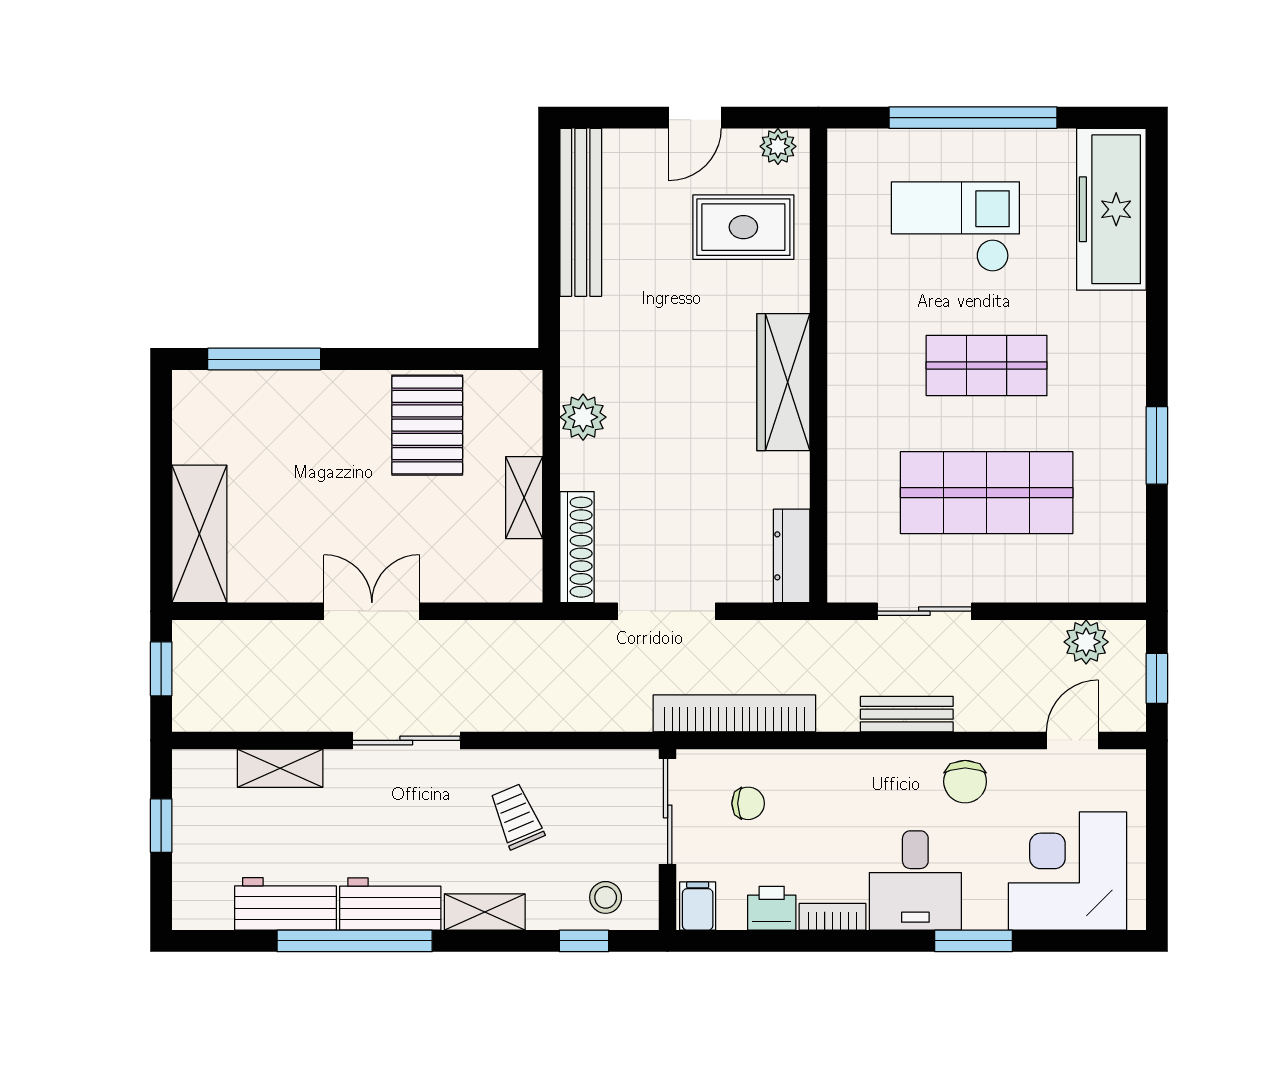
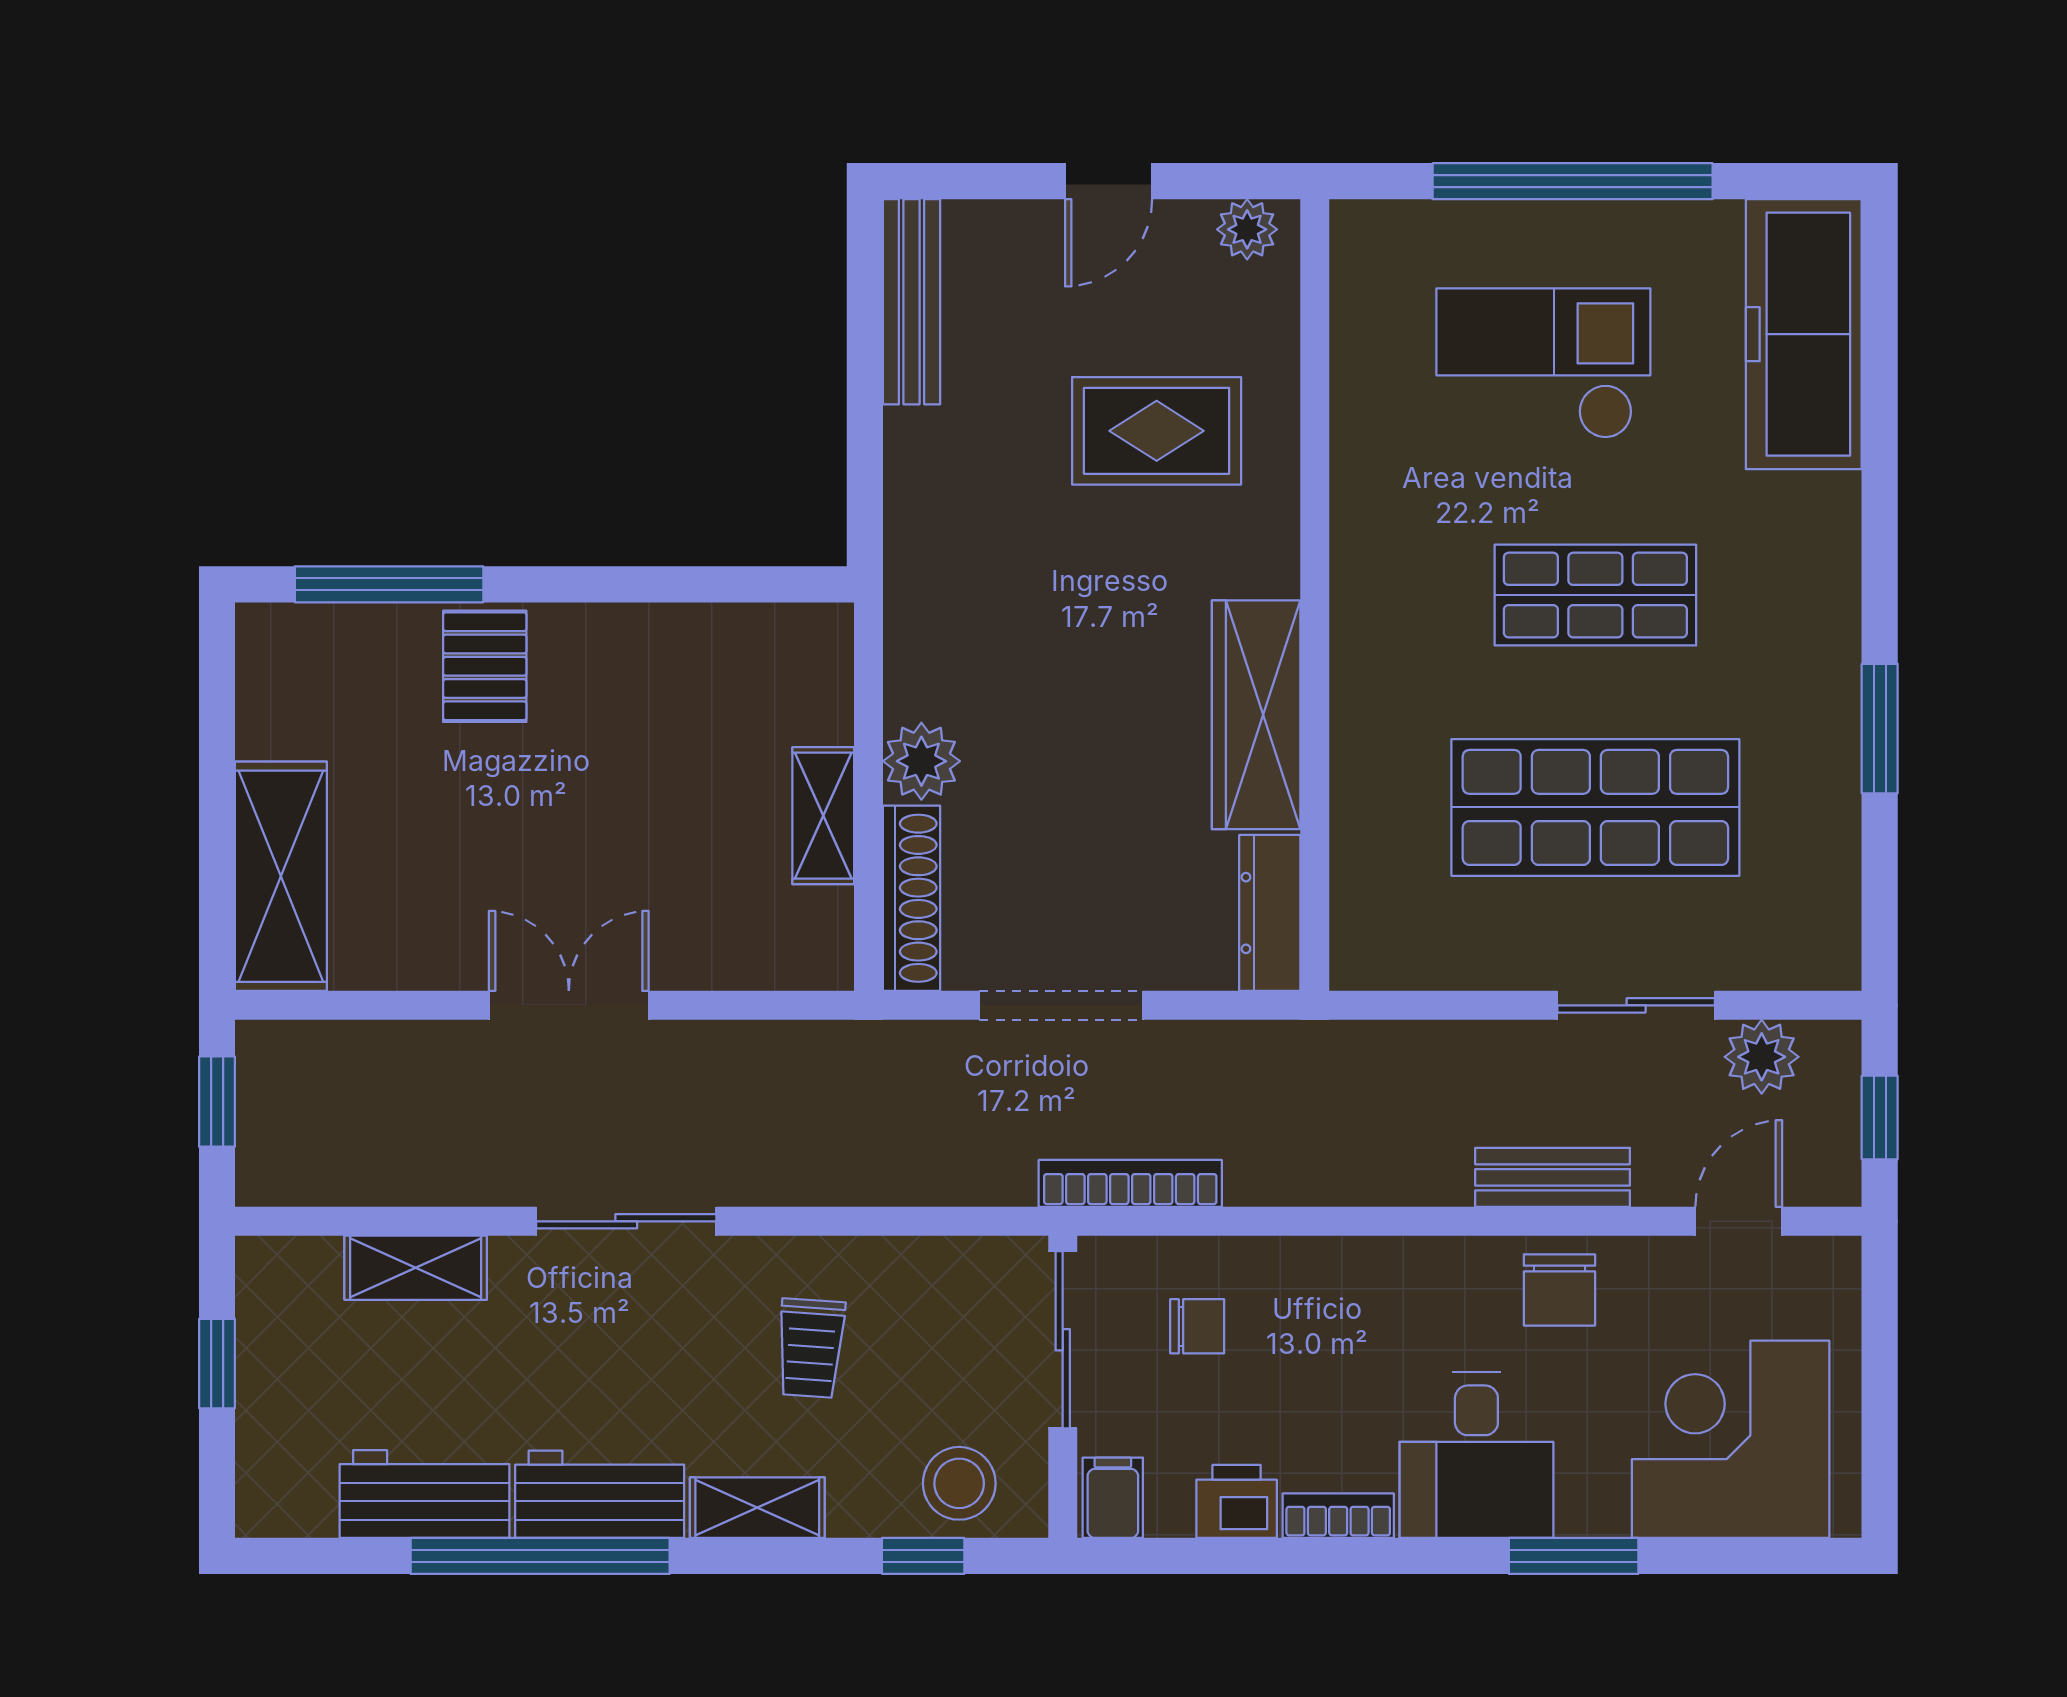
bench: (581, 212) -> (912, 302), width x0.73, depth x0.82
rug: (743, 227) -> (1157, 431), moved
wardrobe: (783, 382) -> (1256, 715), moved
plant: (583, 417) -> (921, 761), moved
pallet: (427, 425) -> (485, 666), moved, width x0.67, depth x0.71
sliding door: (924, 611) -> (1636, 1005), moved
bookcase: (734, 713) -> (1130, 1183), width x0.68, depth x0.76
bench: (907, 714) -> (1553, 1177), moved
trolley: (517, 816) -> (811, 1348), turned -153
stool: (606, 897) -> (959, 1483), width x1.37, depth x1.37

